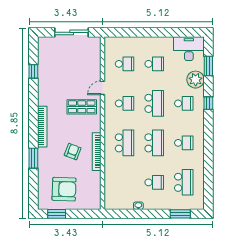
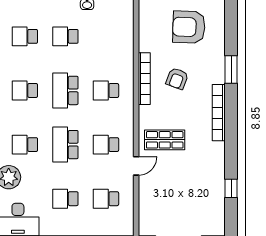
school desk: (125, 143) -> (106, 90), width x0.54
school desk: (184, 182) -> (25, 36), width x0.54

